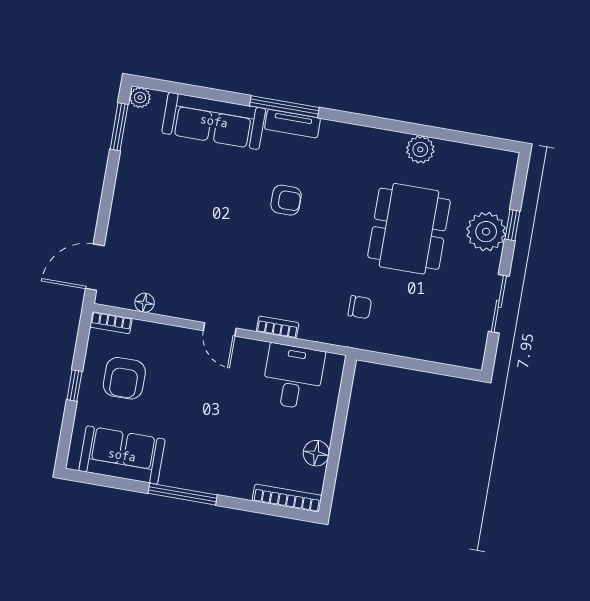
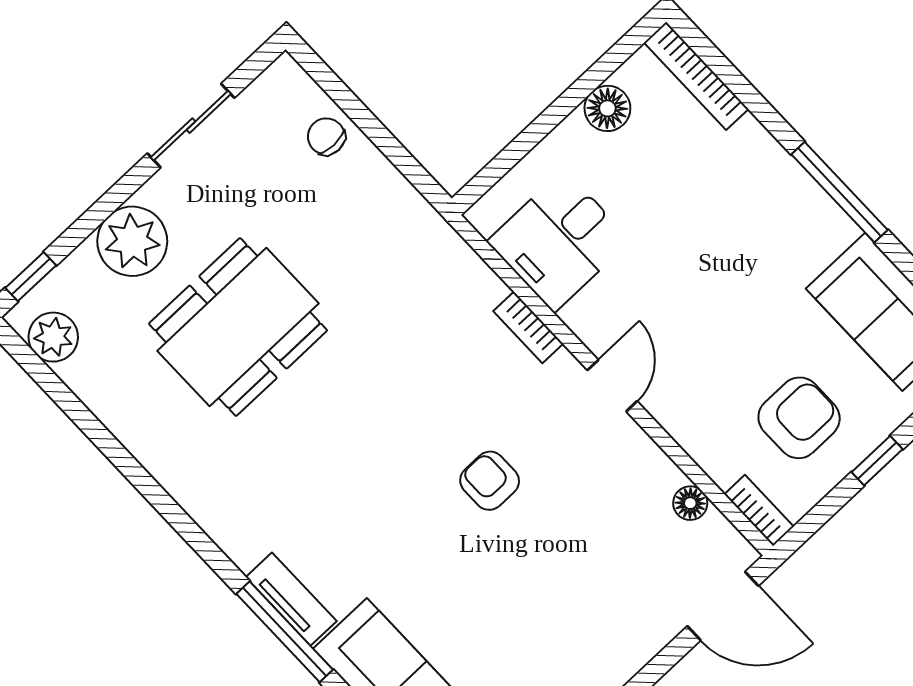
plant: (420, 149) -> (53, 337), moved
armchair: (286, 200) -> (490, 481), moved
window: (512, 225) -> (31, 277), moved
chair: (360, 307) -> (326, 136), moved

